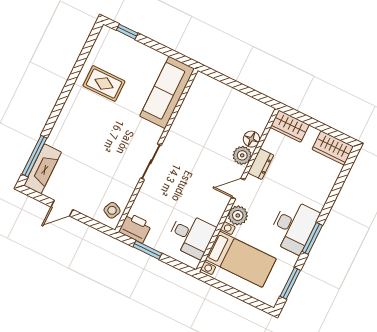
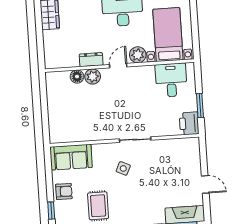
armchair: (139, 56) -> (64, 191), added
sofa: (167, 92) -> (71, 157), width x0.73
wardrobe: (290, 126) -> (52, 54), removed
door: (238, 189) -> (118, 66), swing flipped
side table: (112, 210) -> (123, 168), moved

